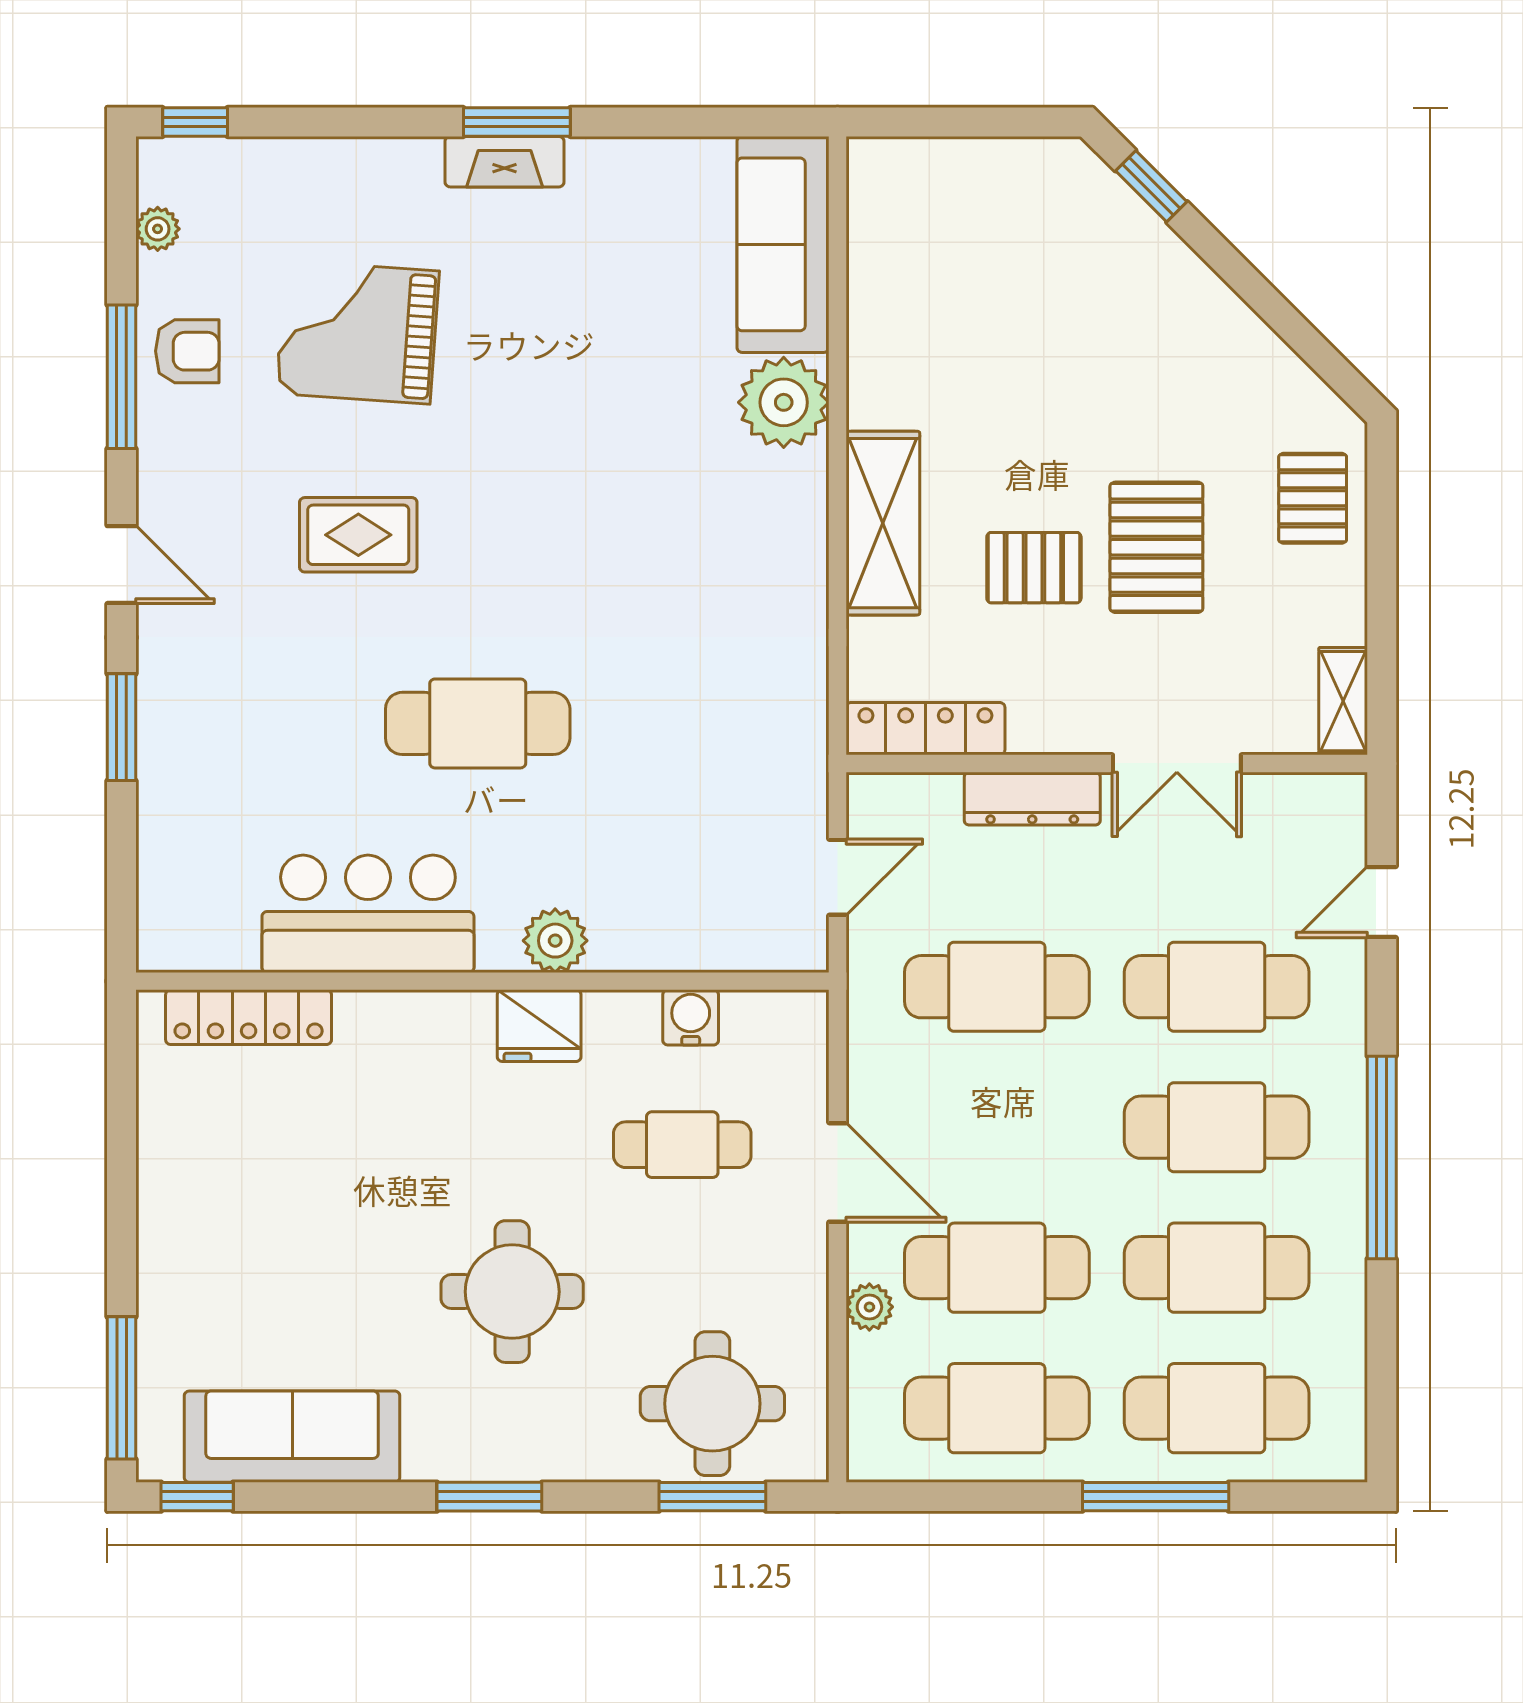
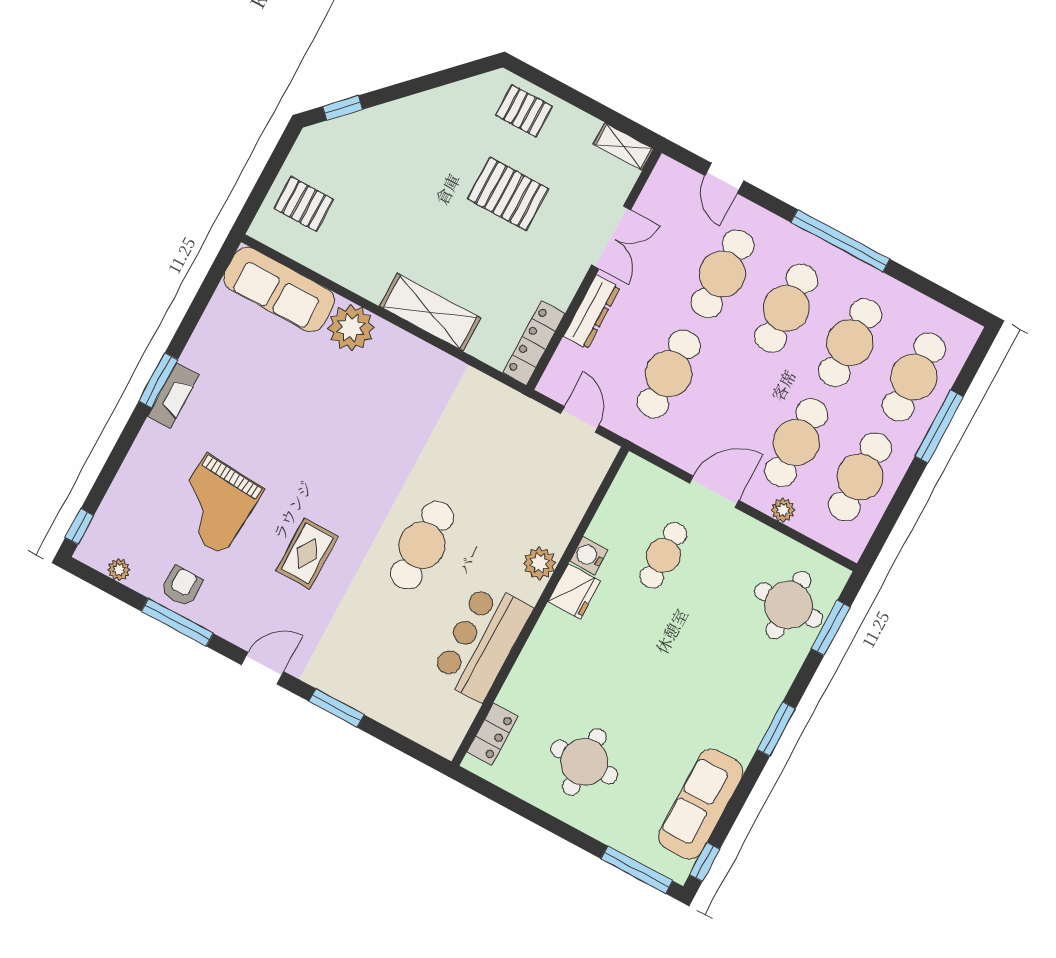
pallet: (1034, 568) -> (304, 204), moved, turned 90
locker: (249, 1017) -> (492, 734), width x0.66
water cooler: (691, 1017) -> (589, 556), moved
round table: (512, 1292) -> (584, 762), moved

